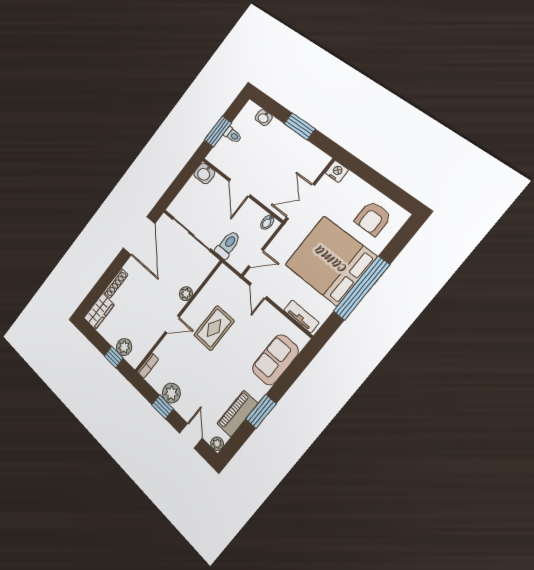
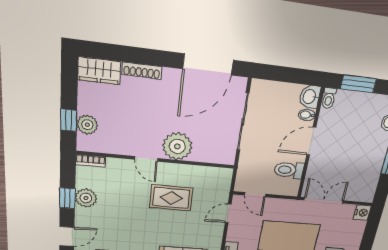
toilet: (233, 135) -> (329, 98), moved
bidet: (267, 222) -> (307, 115), moved
toilet: (228, 245) -> (289, 170), moved, turned 180
plant: (186, 294) -> (177, 146), width x1.87, depth x1.87

